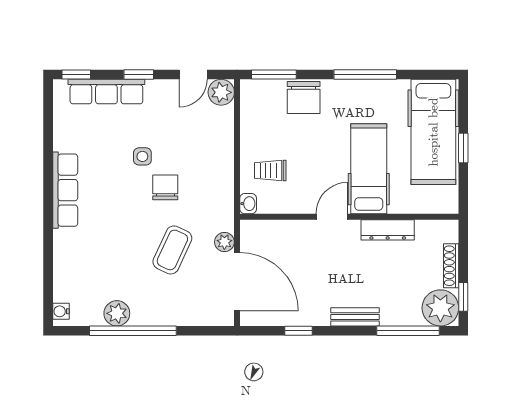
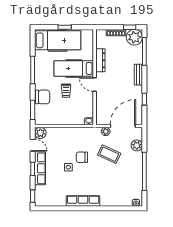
row of seats: (106, 92) -> (40, 168), moved
trolley: (270, 171) -> (66, 91), moved
plant: (117, 313) -> (137, 145), moved

